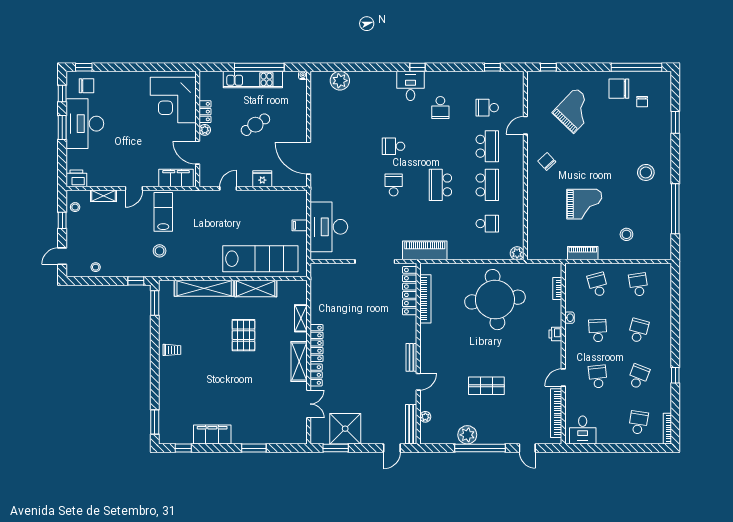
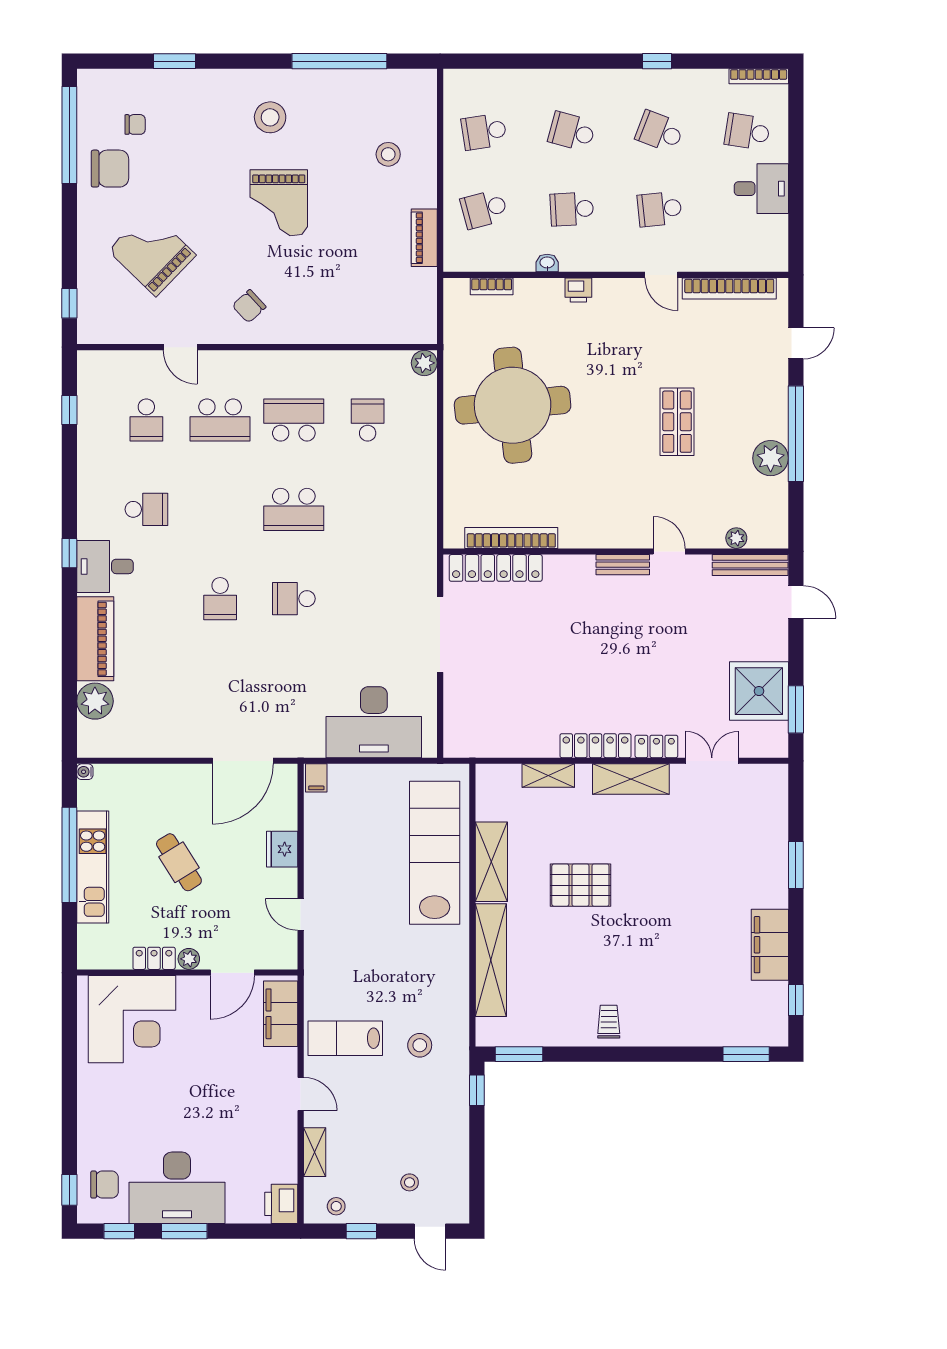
chair: (86, 86) -> (105, 1185), turned 90
chair: (619, 89) -> (110, 169), turned -90
school desk: (487, 146) -> (220, 420), turned 180
grand piano: (584, 204) -> (279, 203), moved, turned 180
filing cabinet: (300, 225) -> (316, 778), moved
piano: (425, 250) -> (95, 639), moved, turned 180
stool: (96, 267) -> (410, 1182), moved
desk: (583, 430) -> (761, 189), moved

